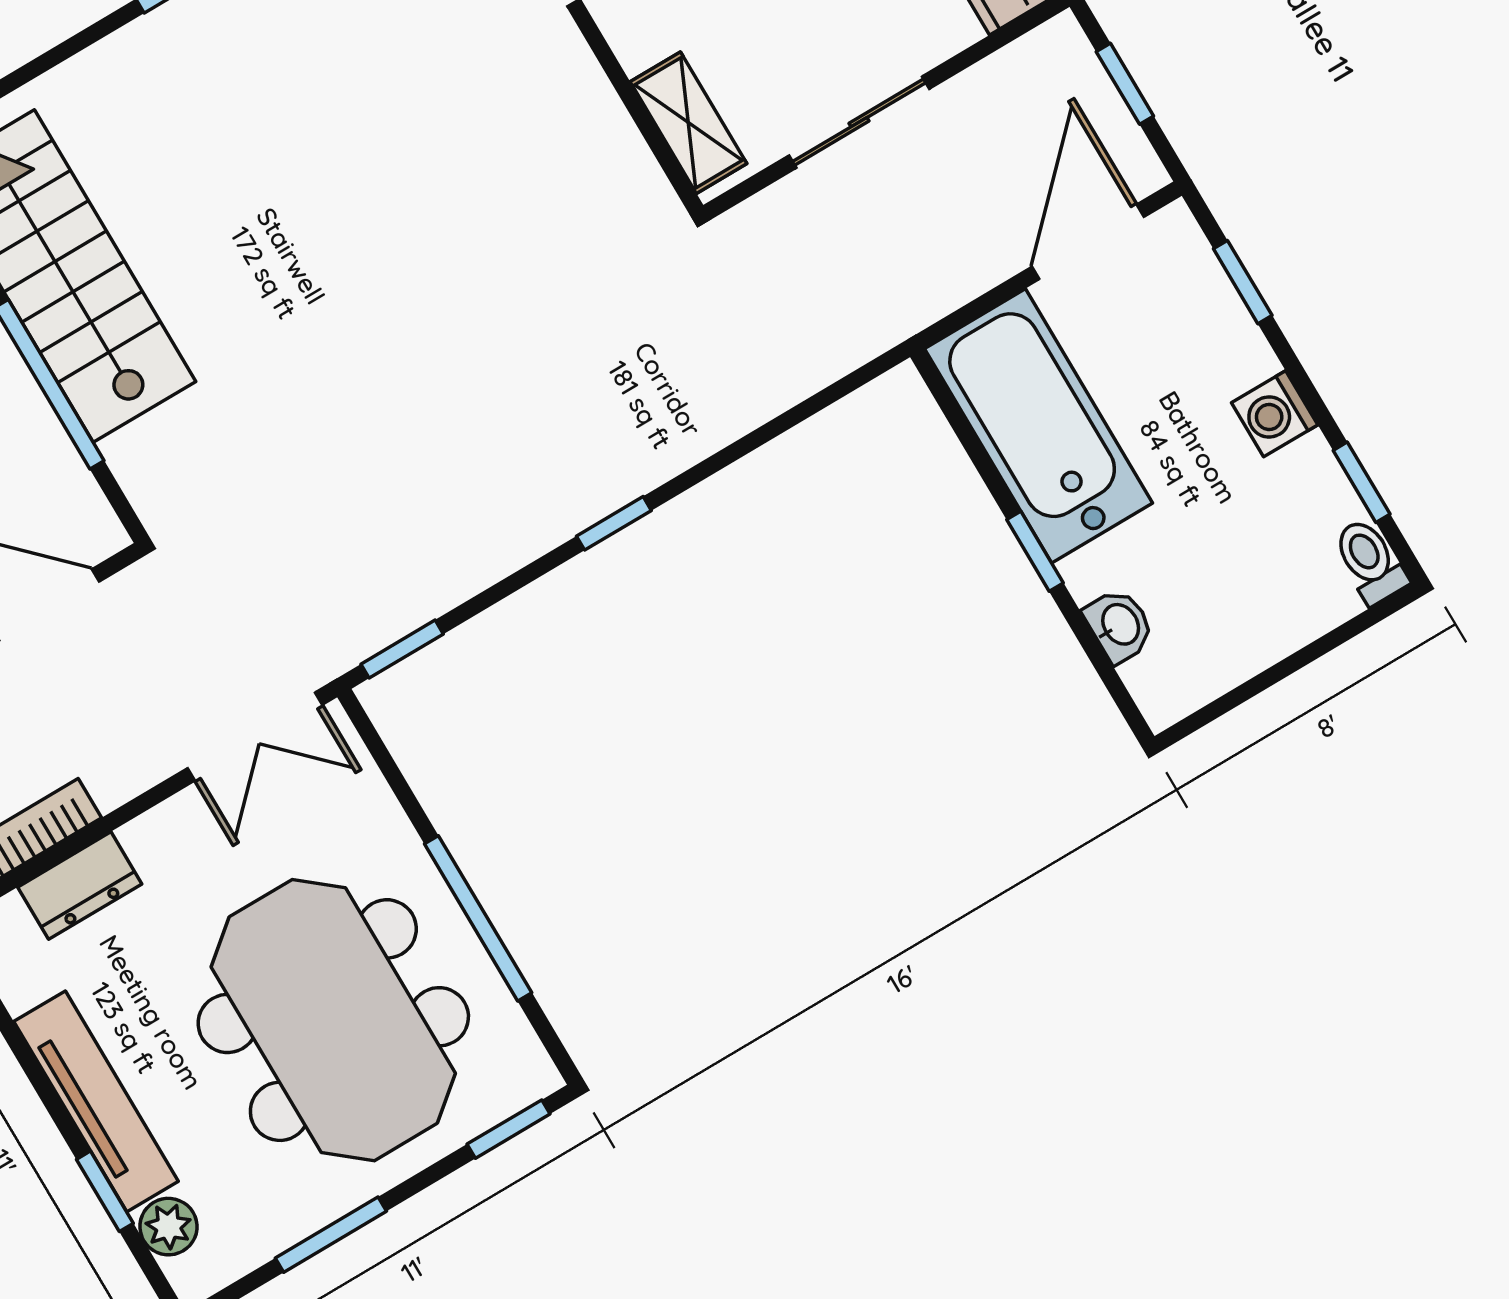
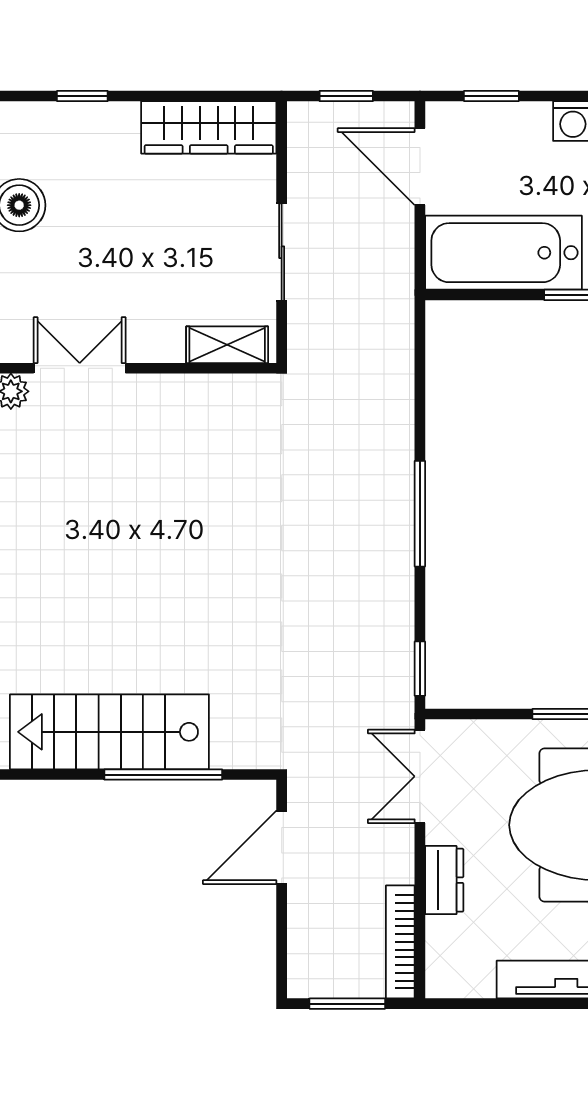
window: (614, 523) -> (420, 514), width x2.17
double door: (255, 736) -> (420, 776), swing flipped
dresser: (80, 886) -> (444, 880), moved

